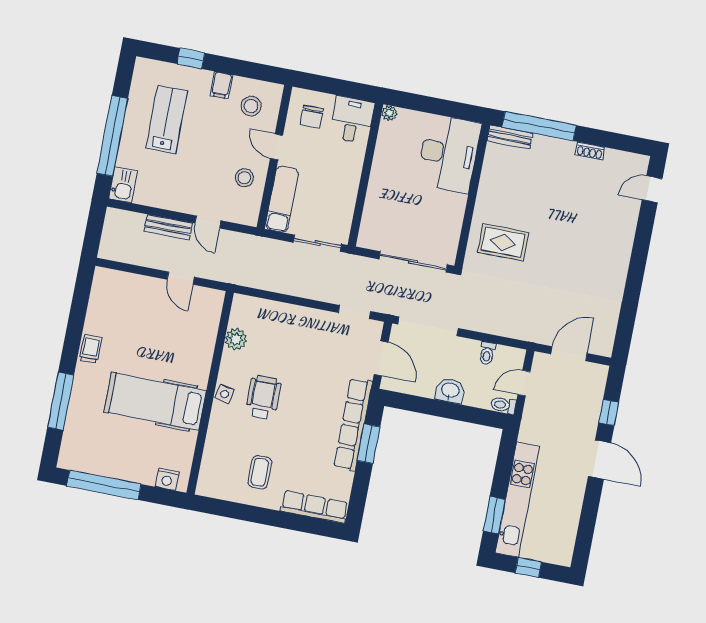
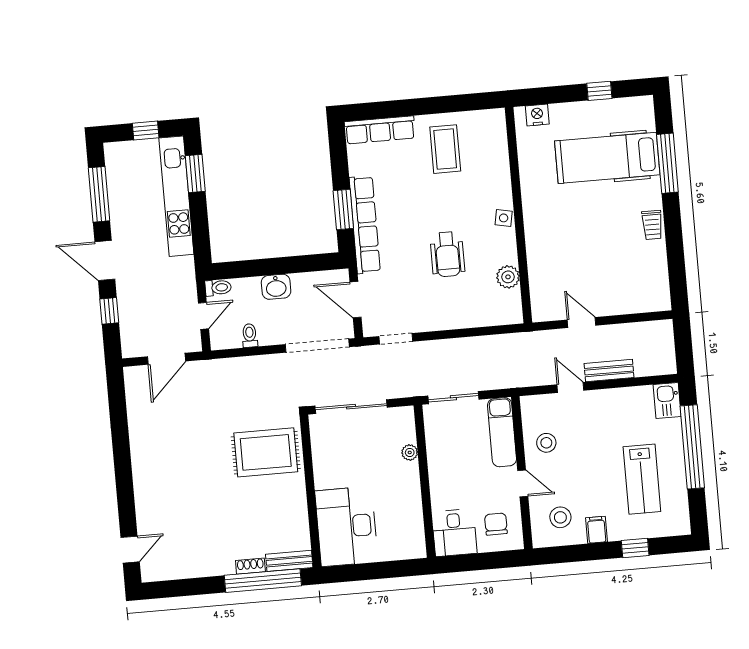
plant: (389, 113) -> (410, 452), moved
shoe rack: (590, 151) -> (250, 566), moved
rug: (503, 242) -> (266, 452), width x1.36, depth x1.43
wheelchair: (263, 397) -> (447, 254), moved
hospital bed: (155, 401) -> (607, 158), moved, turned 180
coffee table: (260, 472) -> (445, 149), width x1.36, depth x1.30
window: (104, 485) -> (599, 91), width x0.32
window: (587, 522) -> (99, 194), added

